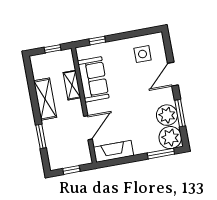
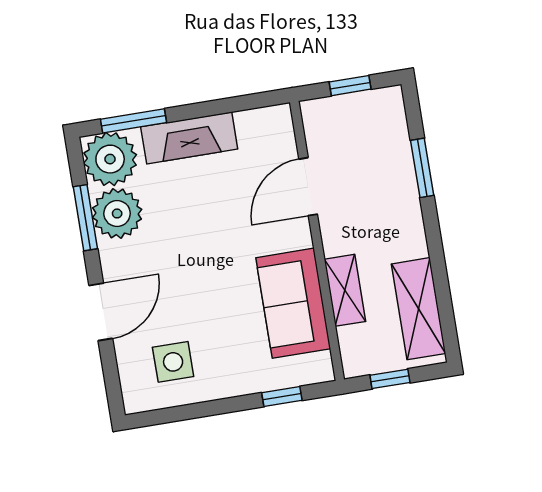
shelving: (45, 99) -> (419, 309), moved
fireplace: (113, 151) -> (189, 138), moved

